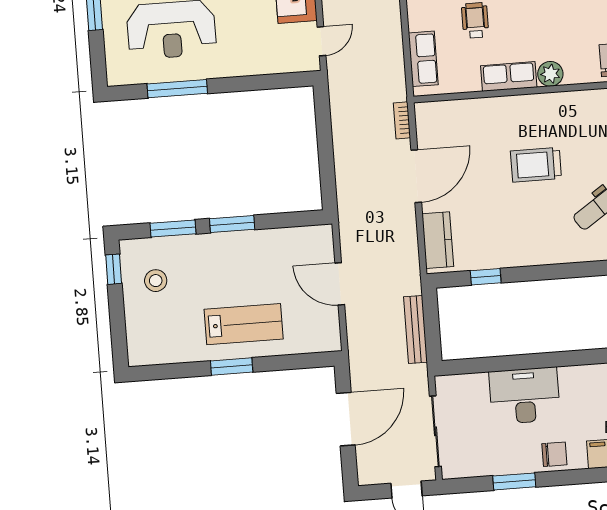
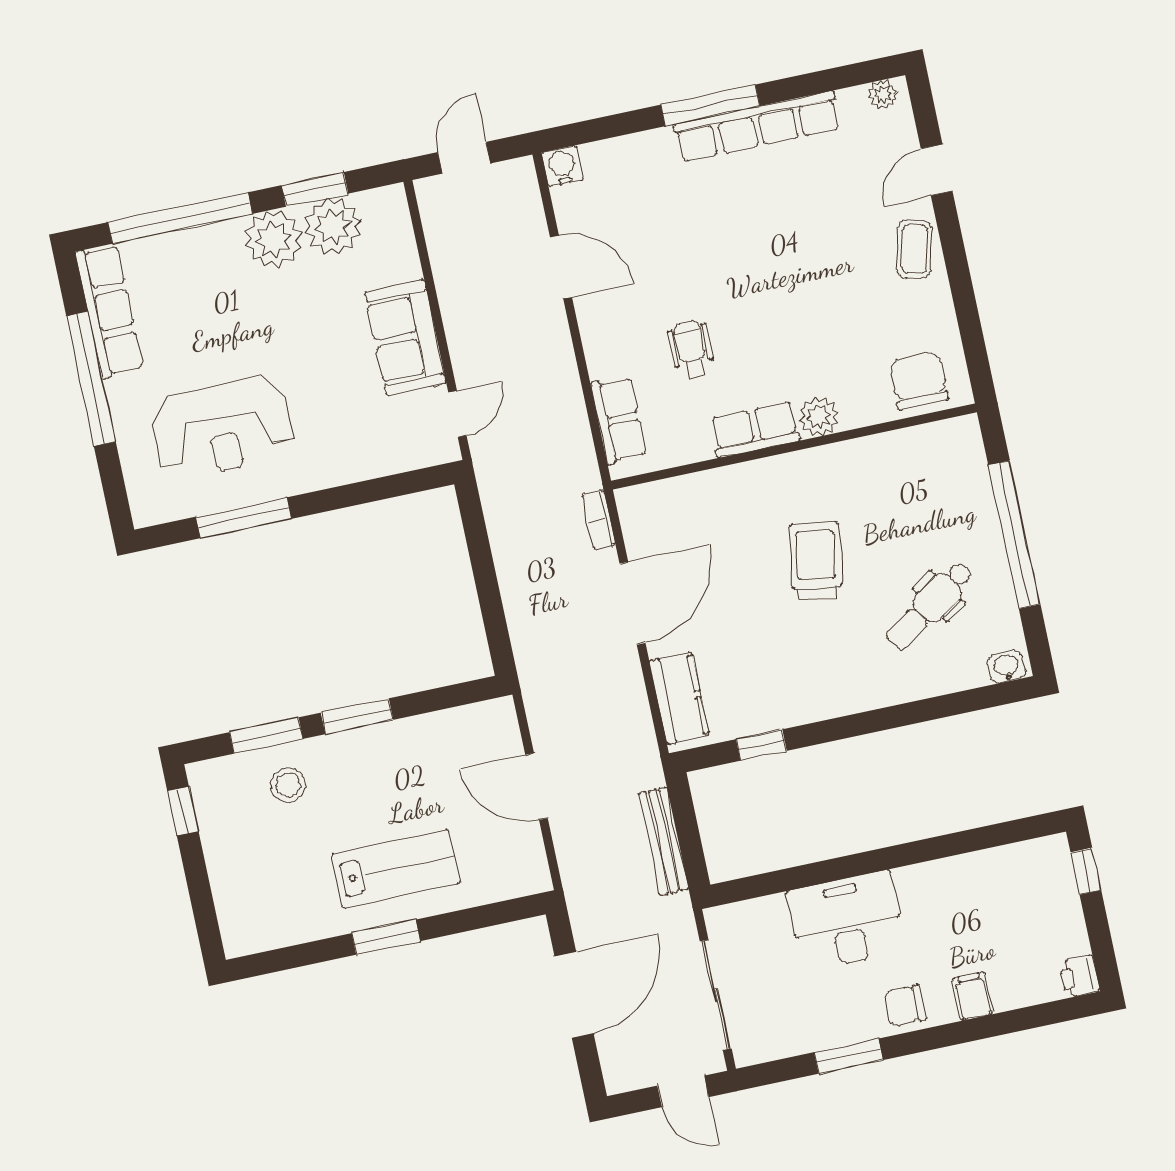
trolley: (536, 165) -> (816, 561), turned 99
stool: (156, 281) -> (288, 785), moved
chair: (554, 454) -> (905, 1006), turned 180

